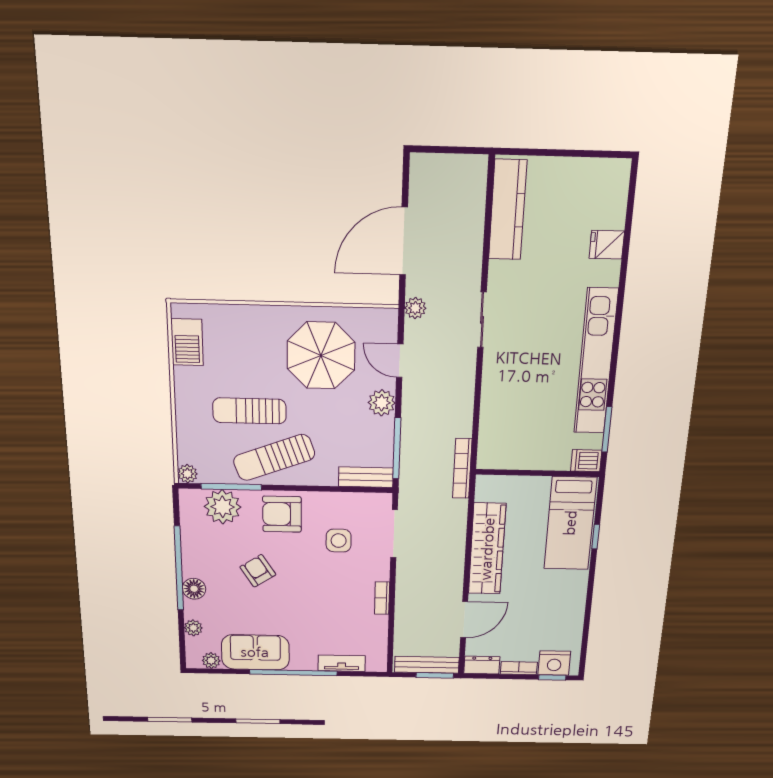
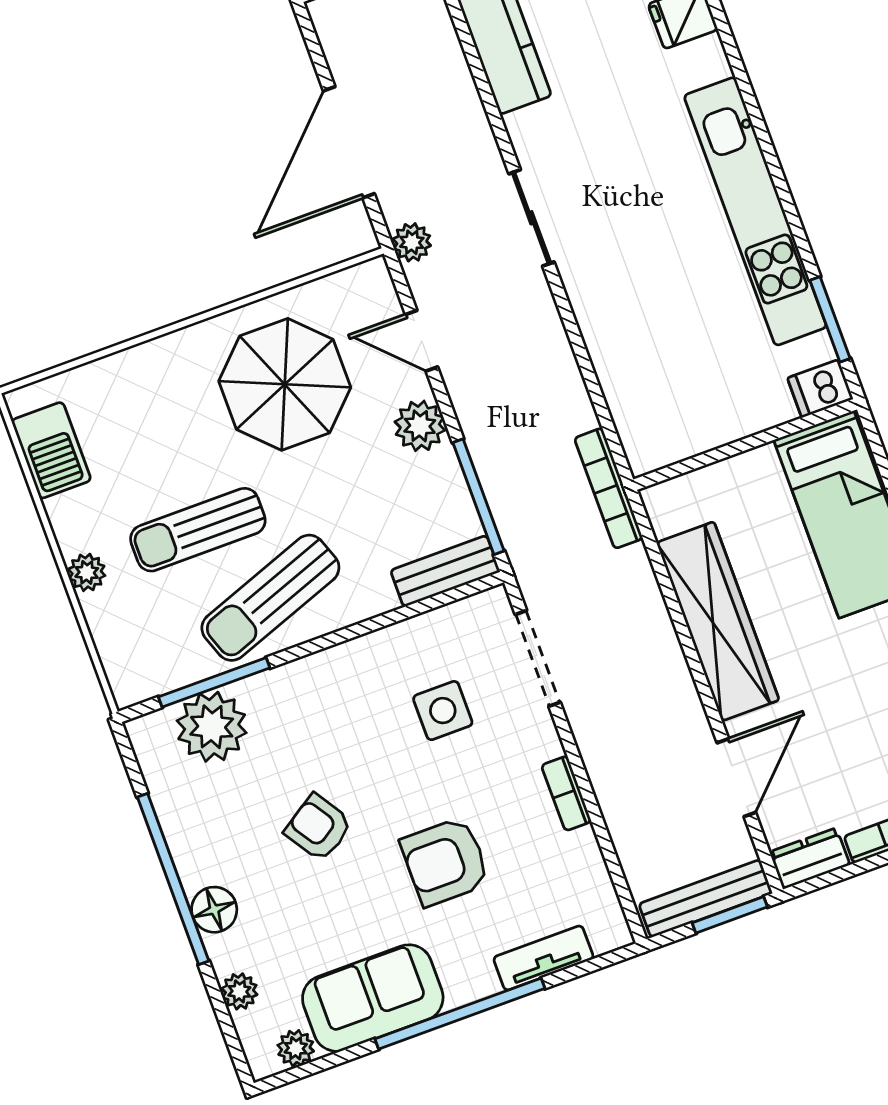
plant: (187, 474) -> (87, 572), moved
armchair: (282, 514) -> (445, 862), moved

